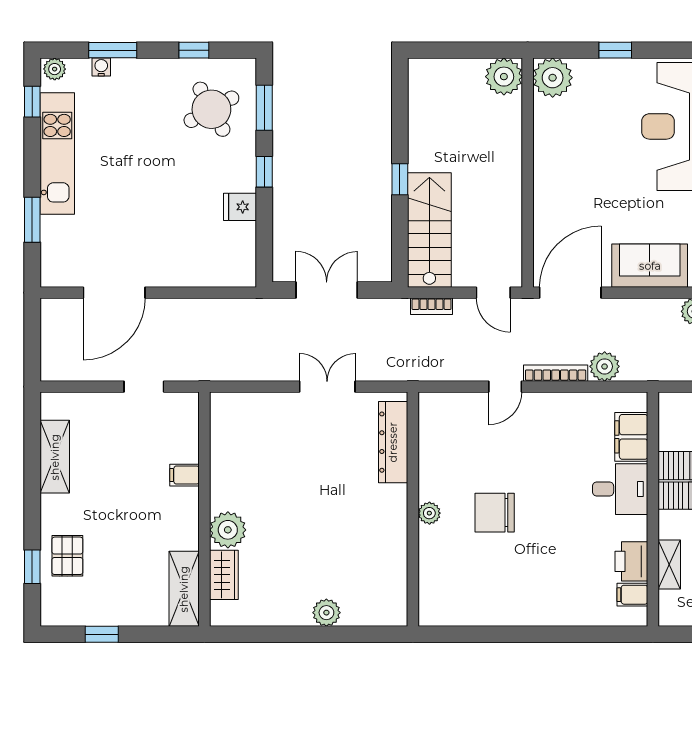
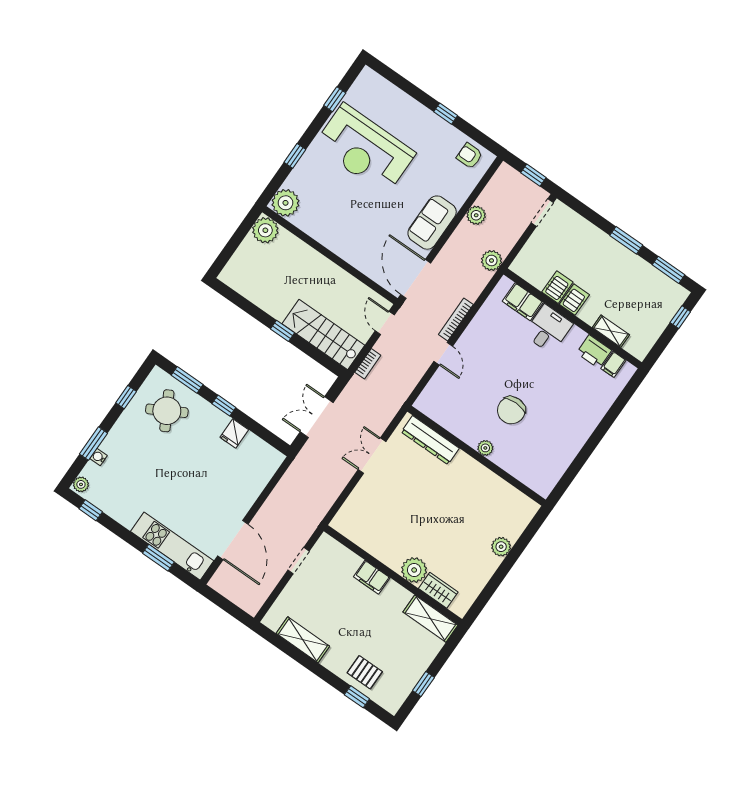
kitchen unit: (57, 153) -> (172, 546), moved
door: (493, 293) -> (385, 323), swing flipped
plant: (605, 366) -> (492, 261), moved
filing cabinet: (184, 475) -> (372, 577), width x2.00

